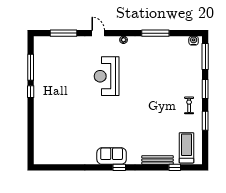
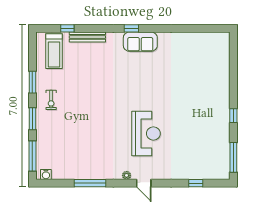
window: (63, 33) -> (196, 183), width x0.46
door: (98, 33) -> (144, 183), moved
window: (31, 67) -> (233, 157), moved

